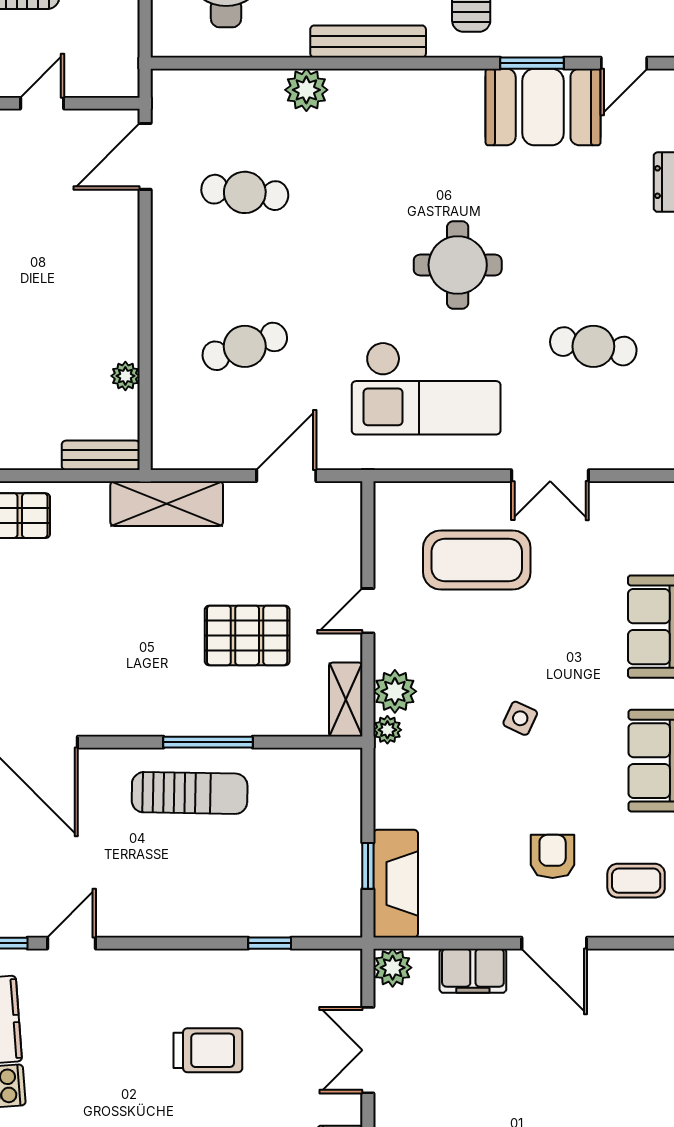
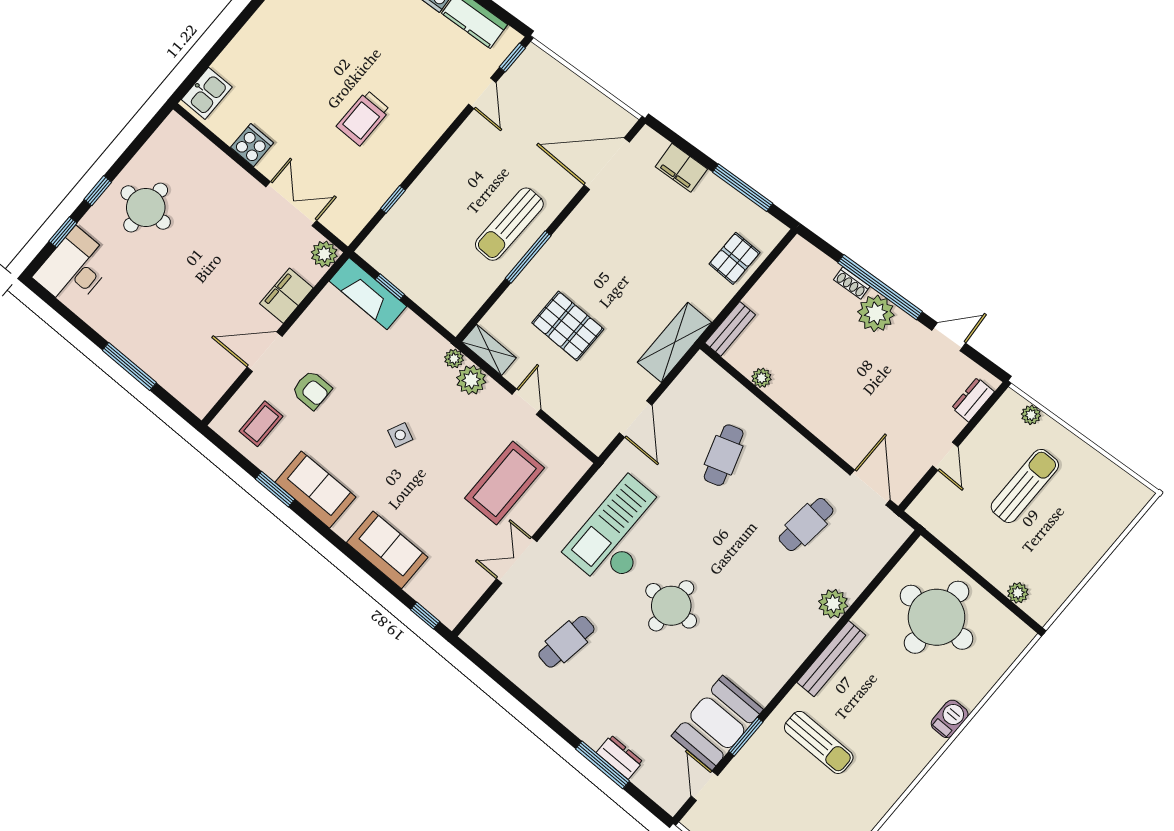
pallet: (247, 635) -> (568, 326), turned 90

